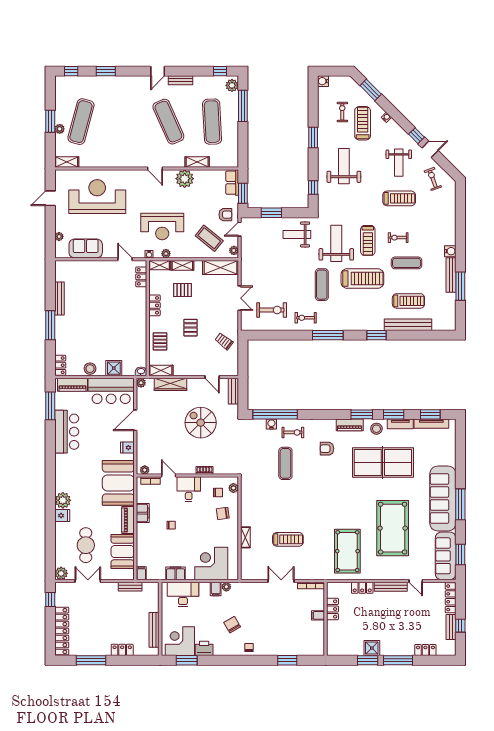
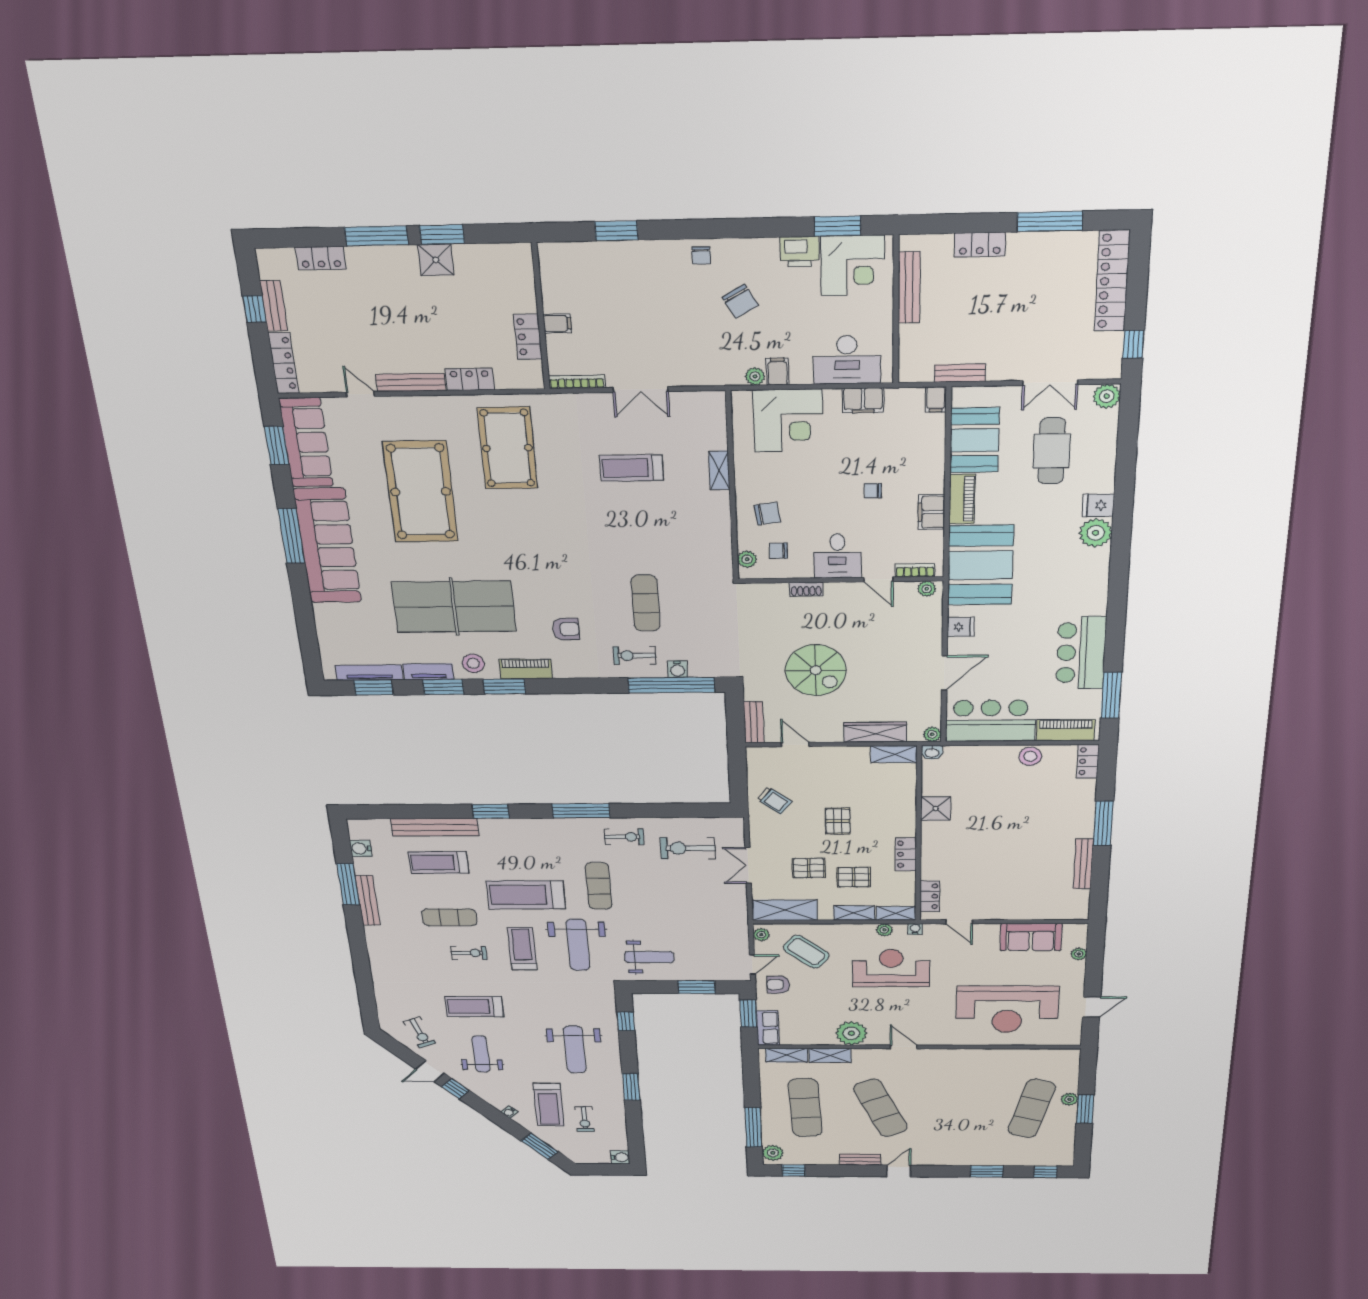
shelving: (67, 162) -> (787, 1055), moved
water cooler: (450, 251) -> (361, 848), moved
pallet: (160, 341) -> (809, 868), moved, turned 90
shower: (114, 368) -> (936, 809), moved

